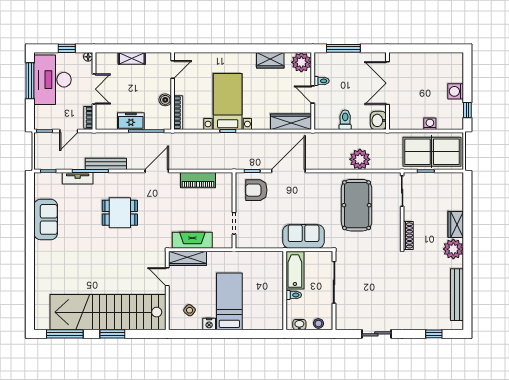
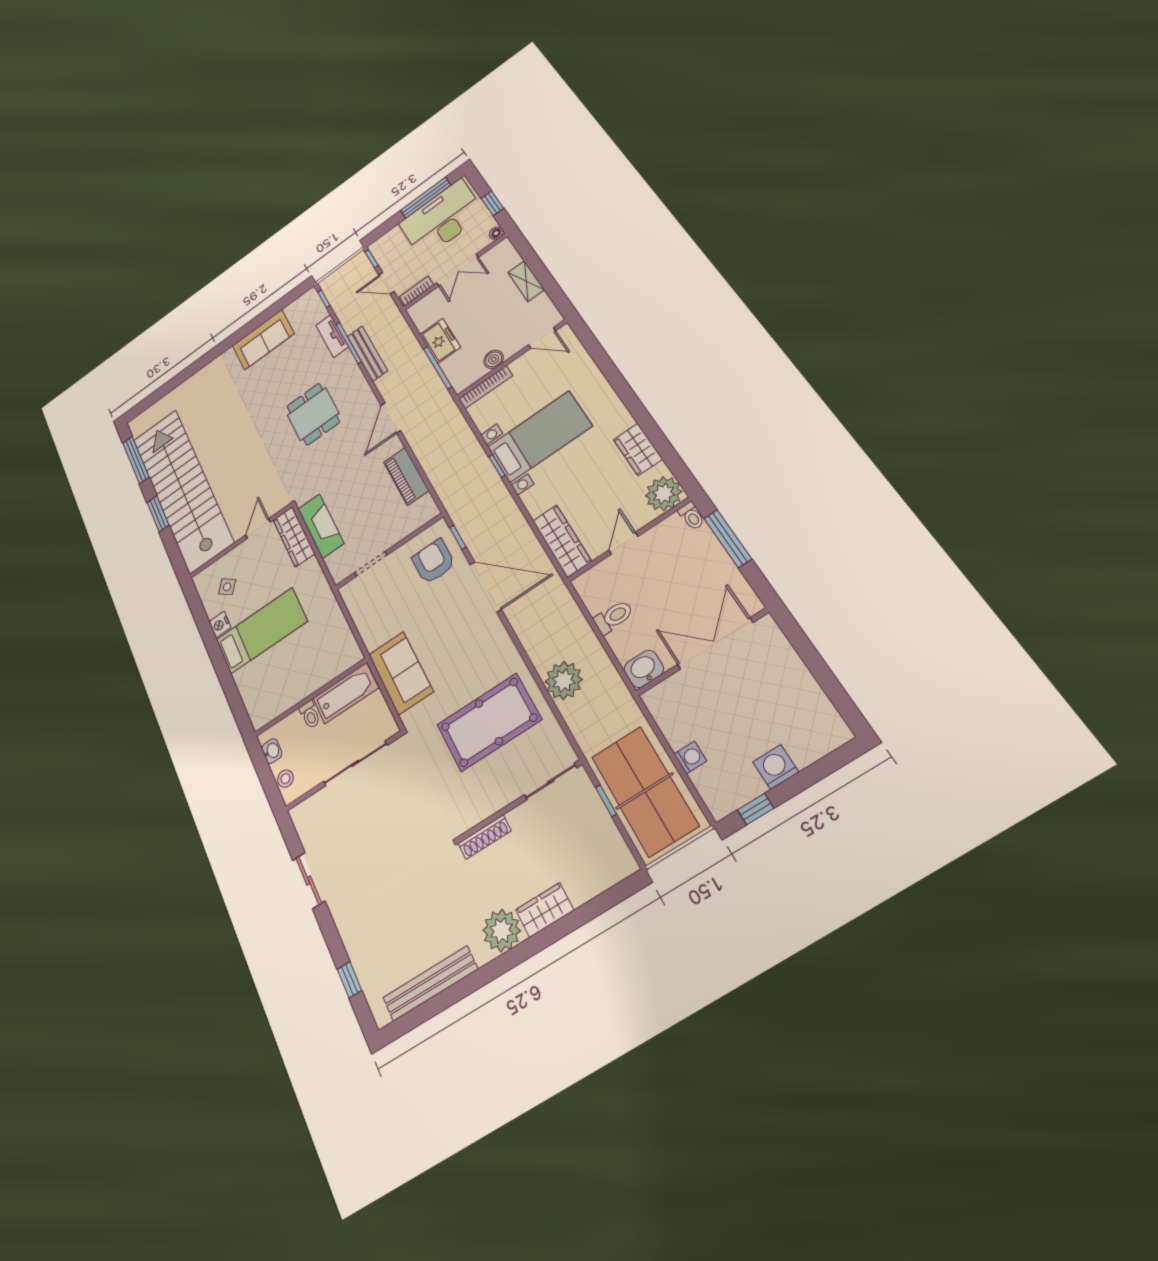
toilet: (322, 81) -> (692, 516), moved
door: (157, 171) -> (391, 418), swing flipped

